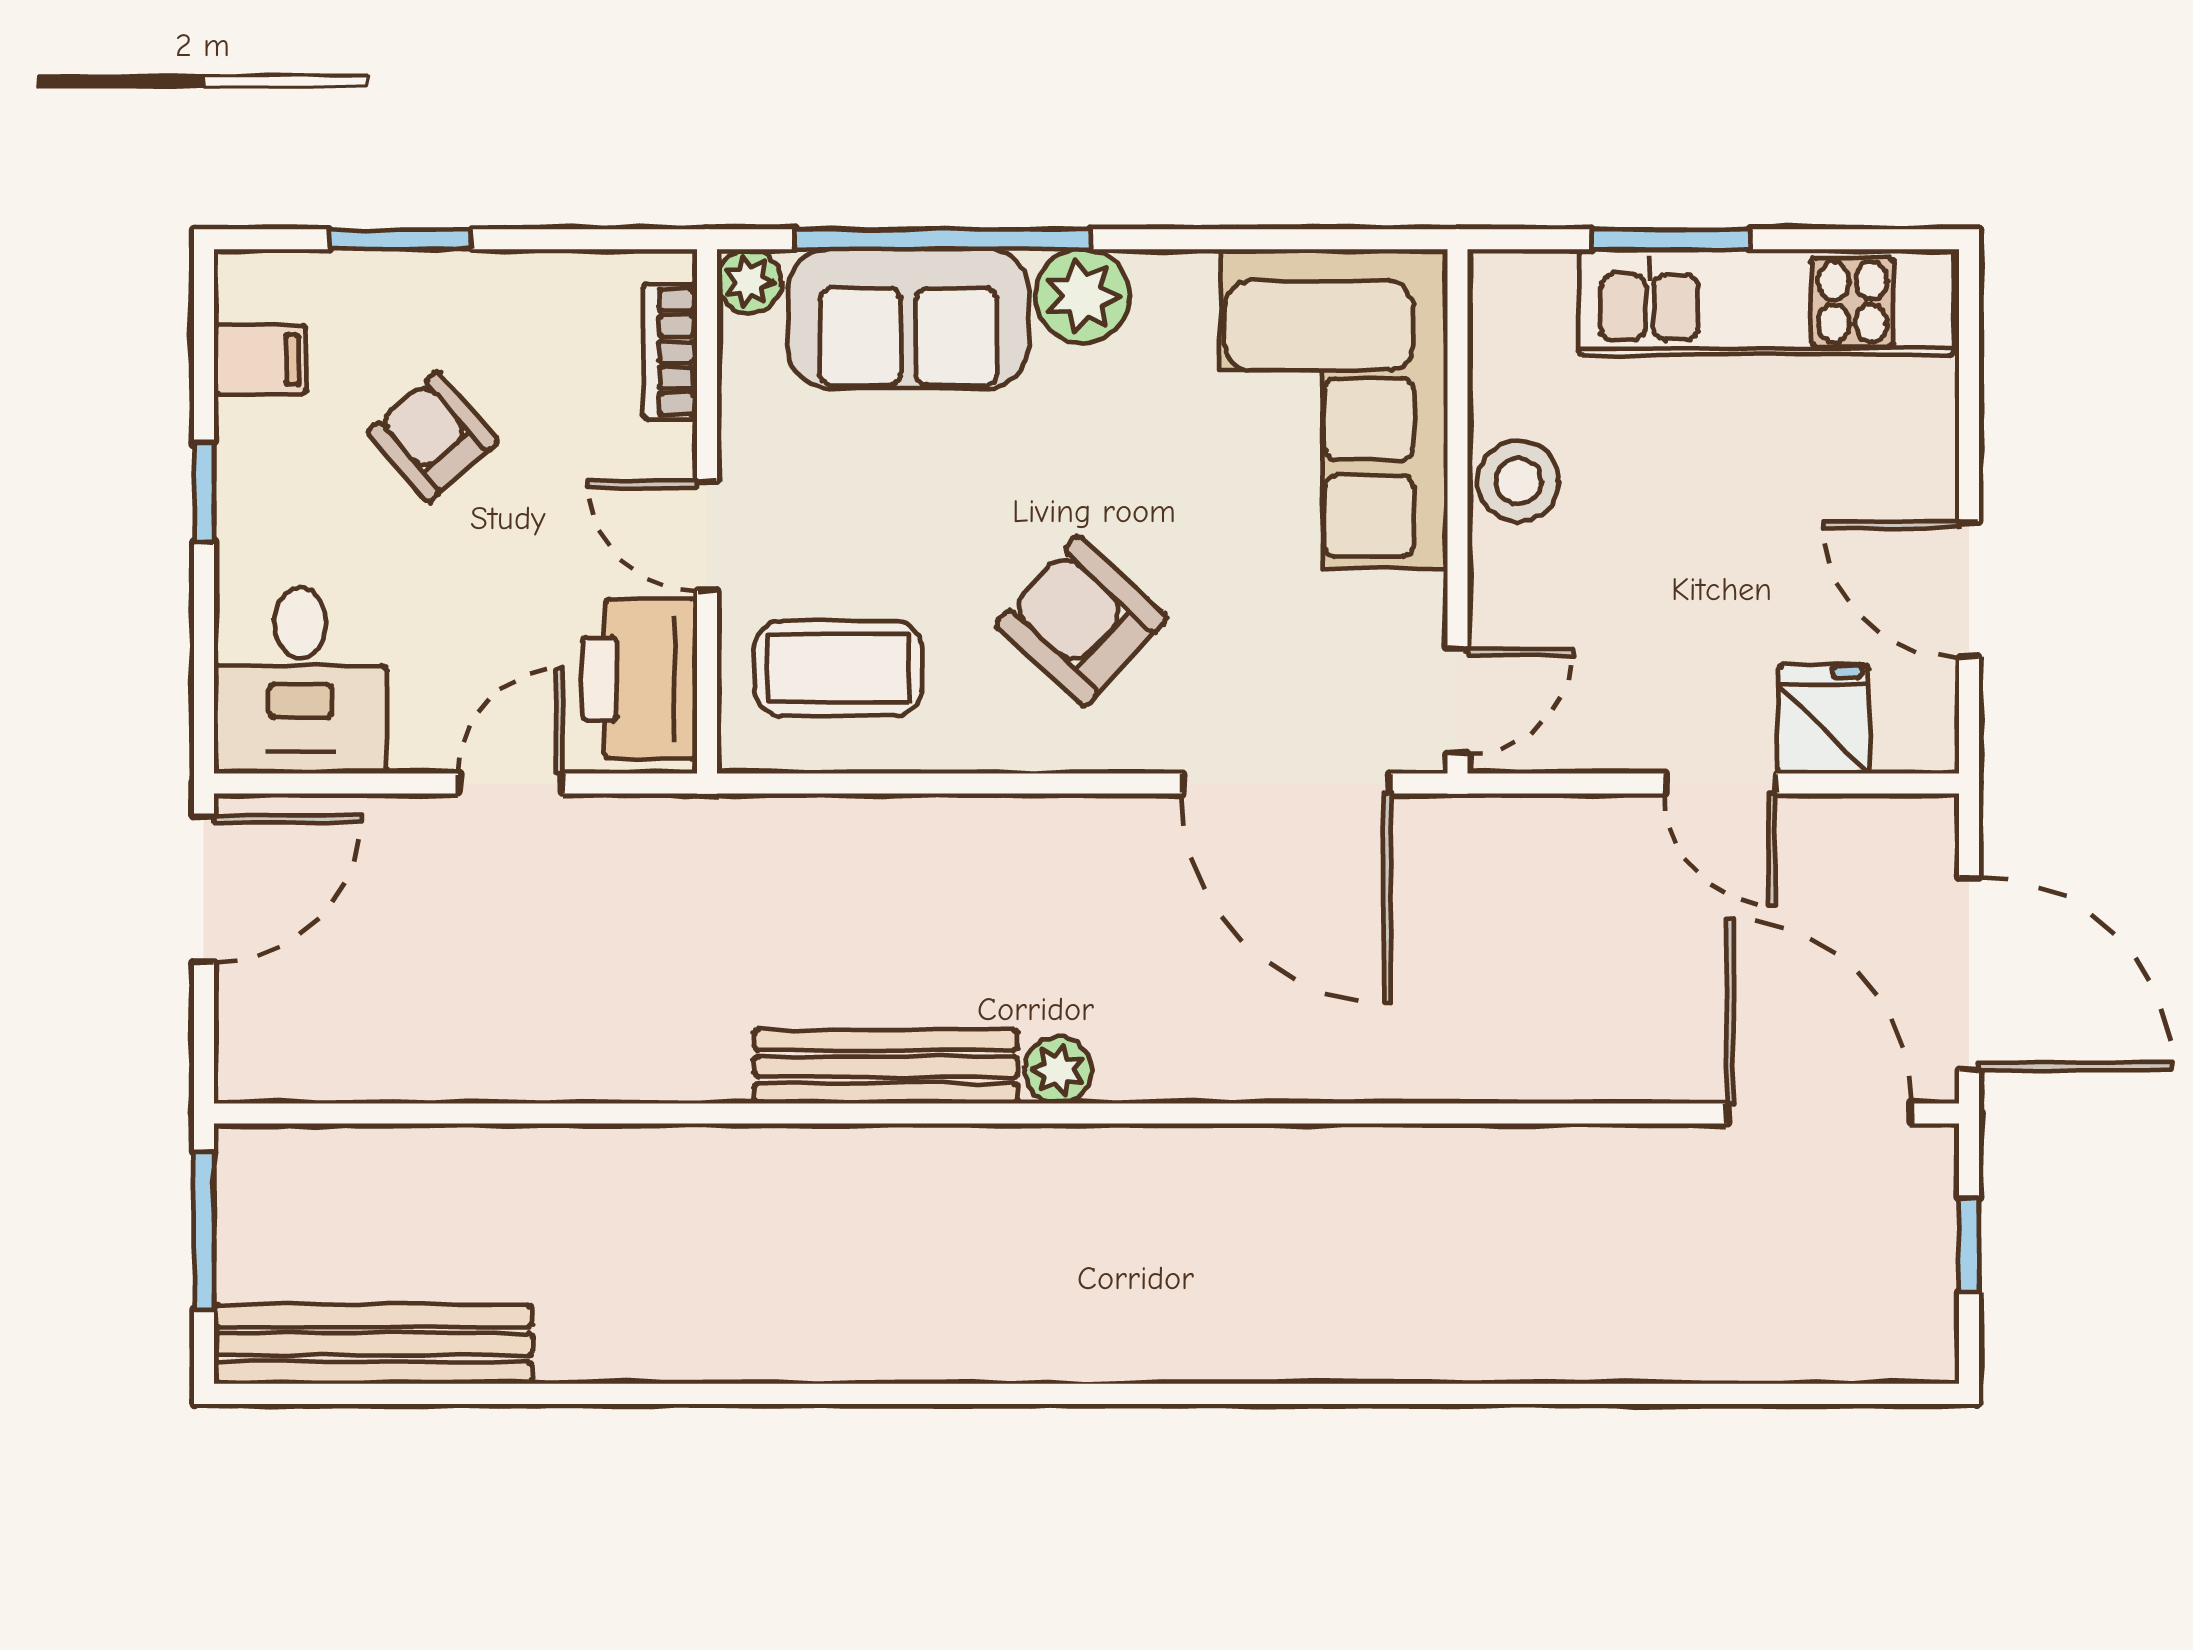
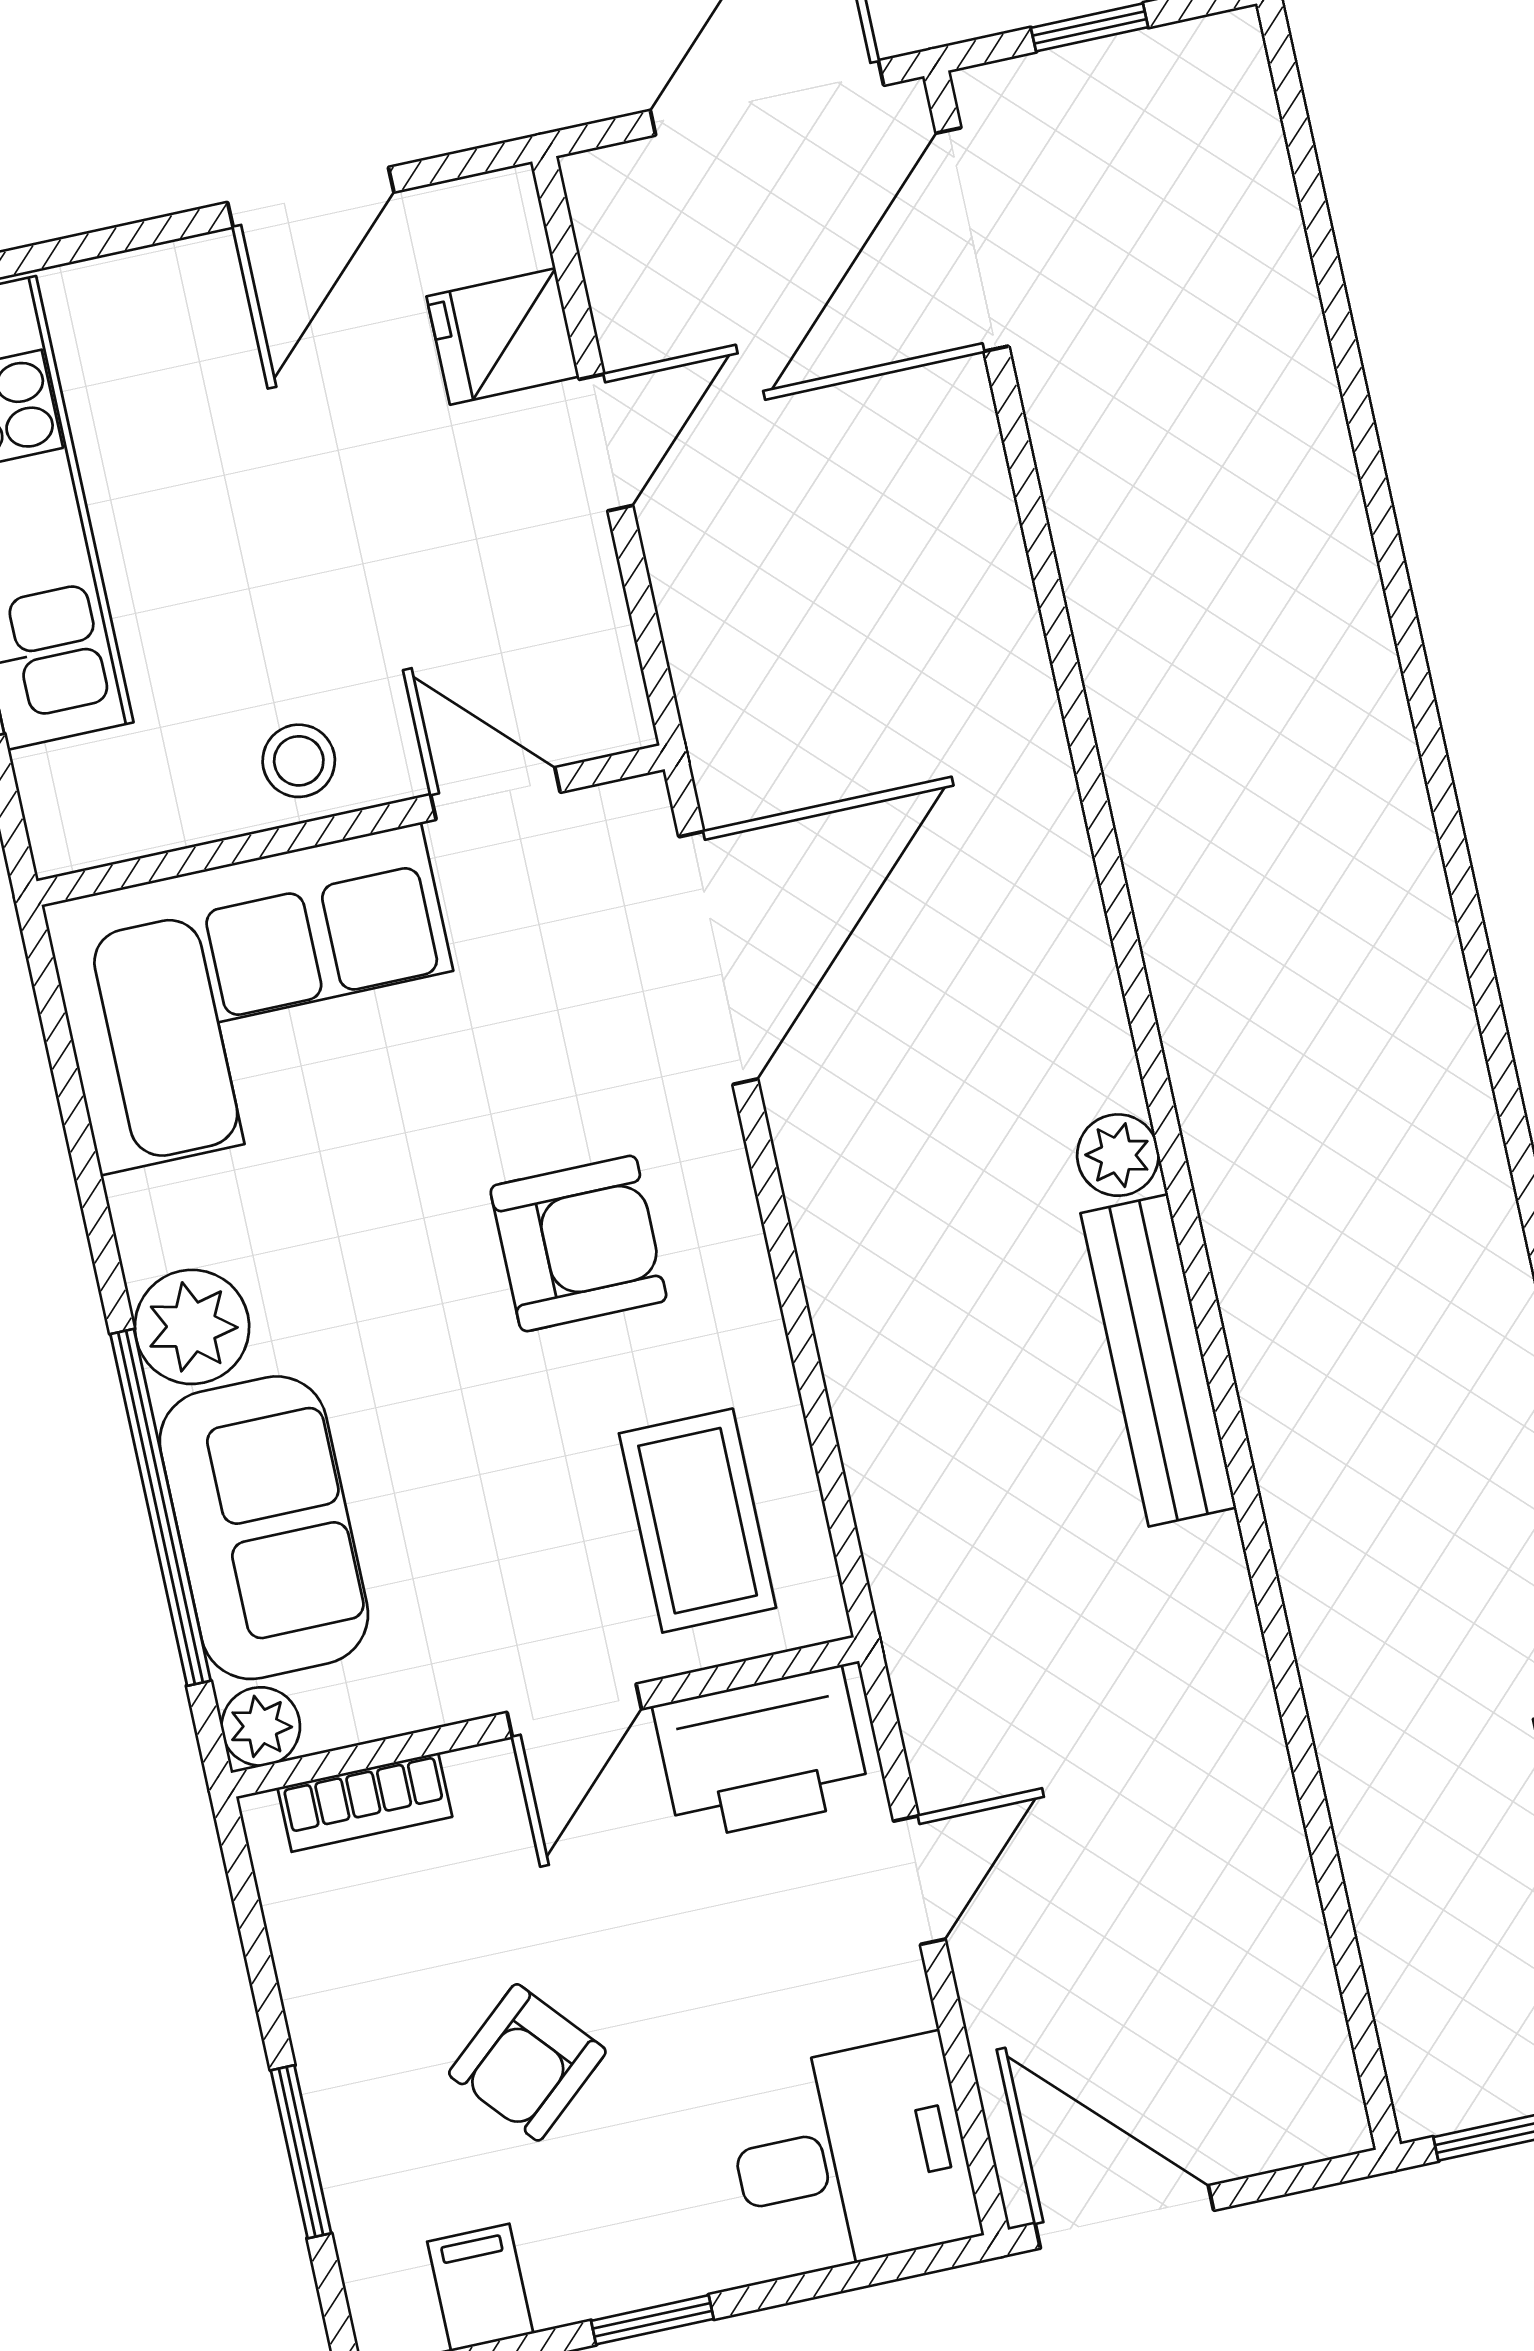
stool: (1518, 481) -> (299, 761), width x0.73, depth x0.73
armchair: (1082, 621) -> (578, 1244), turned -133
door: (1458, 701) -> (495, 794), moved
door: (510, 784) -> (919, 1880), swing flipped

